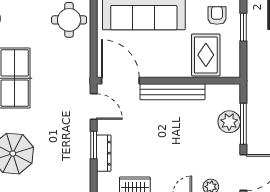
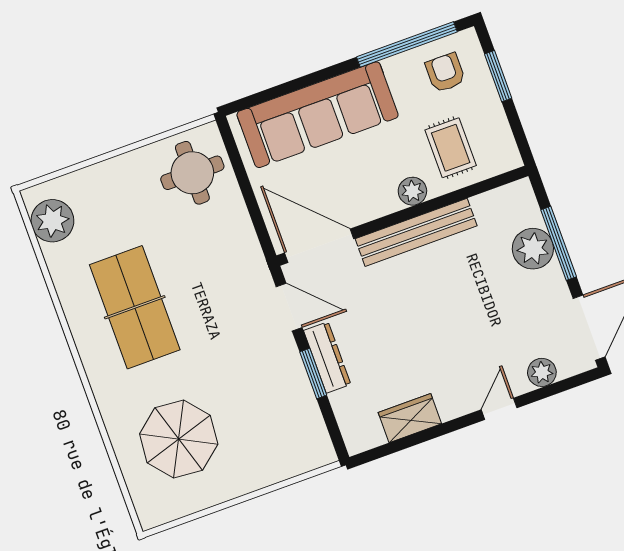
rug: (206, 55) -> (451, 148), width x0.73, depth x0.70
plant: (178, 70) -> (412, 191), added
dresser: (104, 153) -> (327, 357), moved

